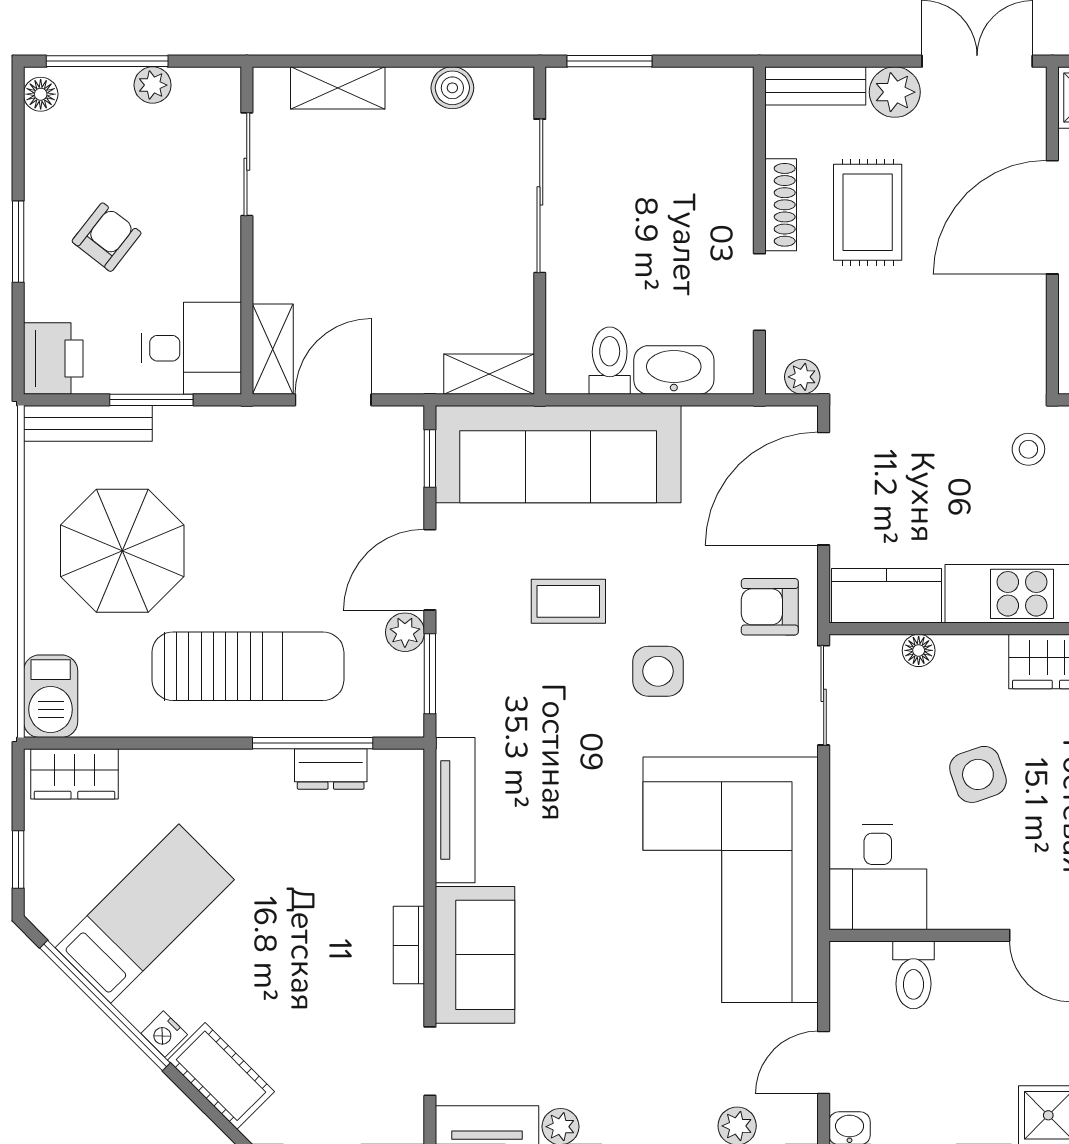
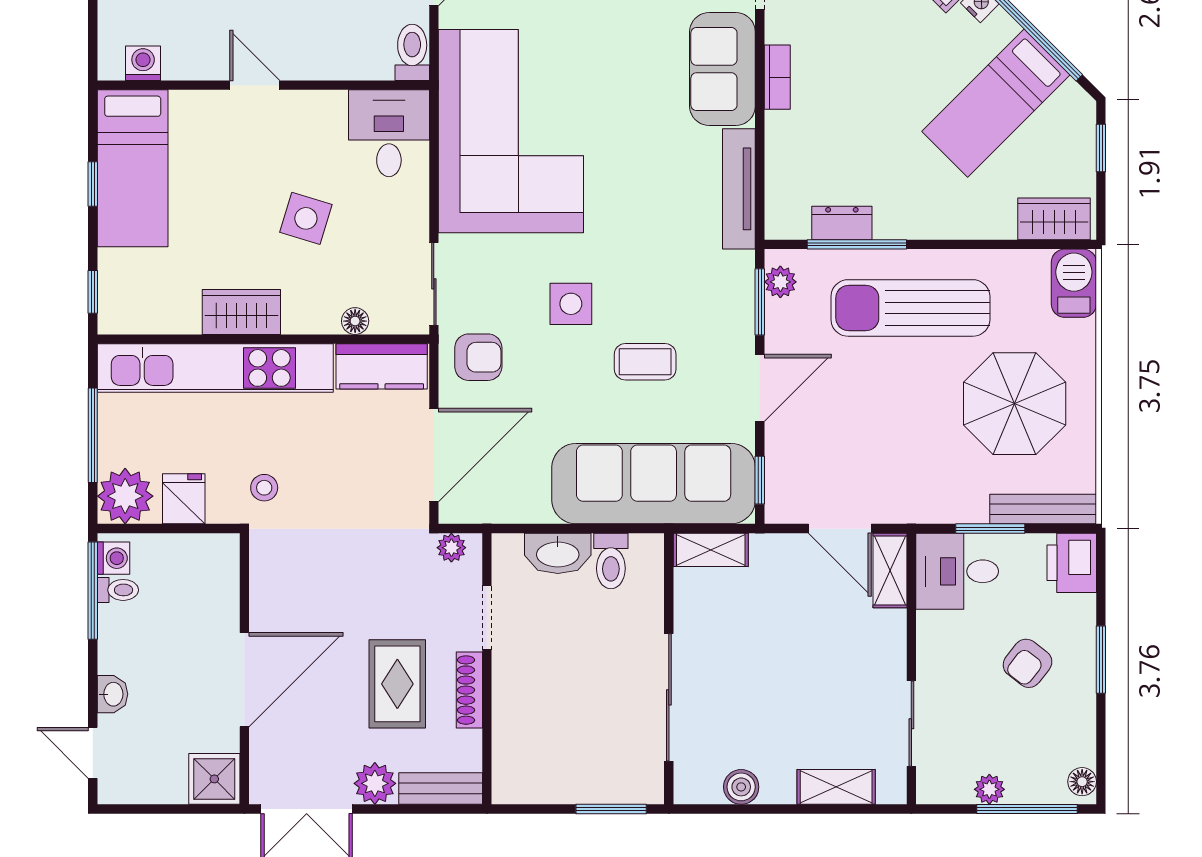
door: (333, 400) -> (840, 529), hinge flipped
plant: (405, 632) -> (780, 282), moved
side table: (978, 774) -> (306, 218), turned 36
toilet: (913, 975) -> (412, 52), moved

